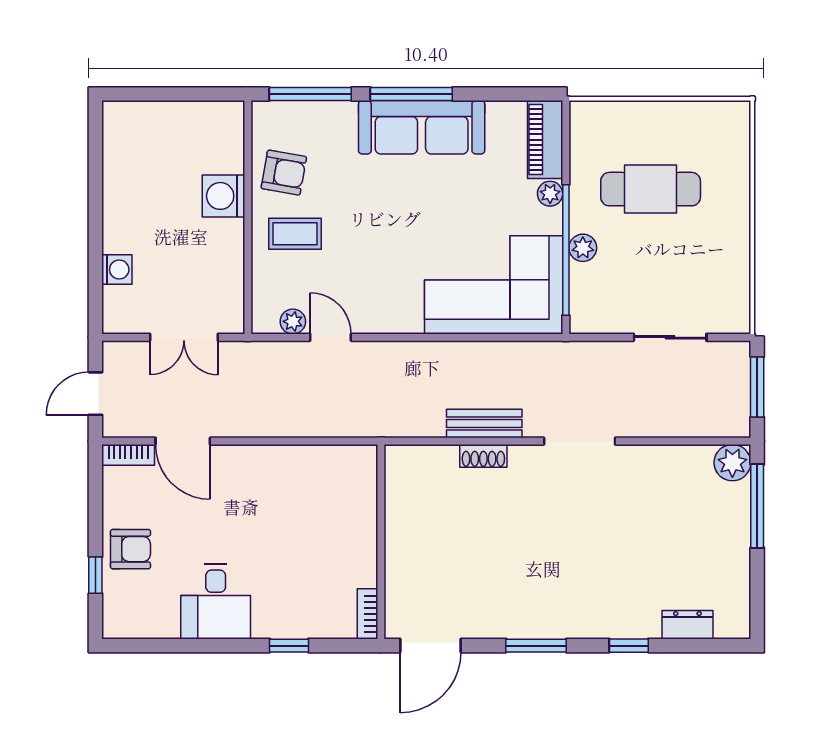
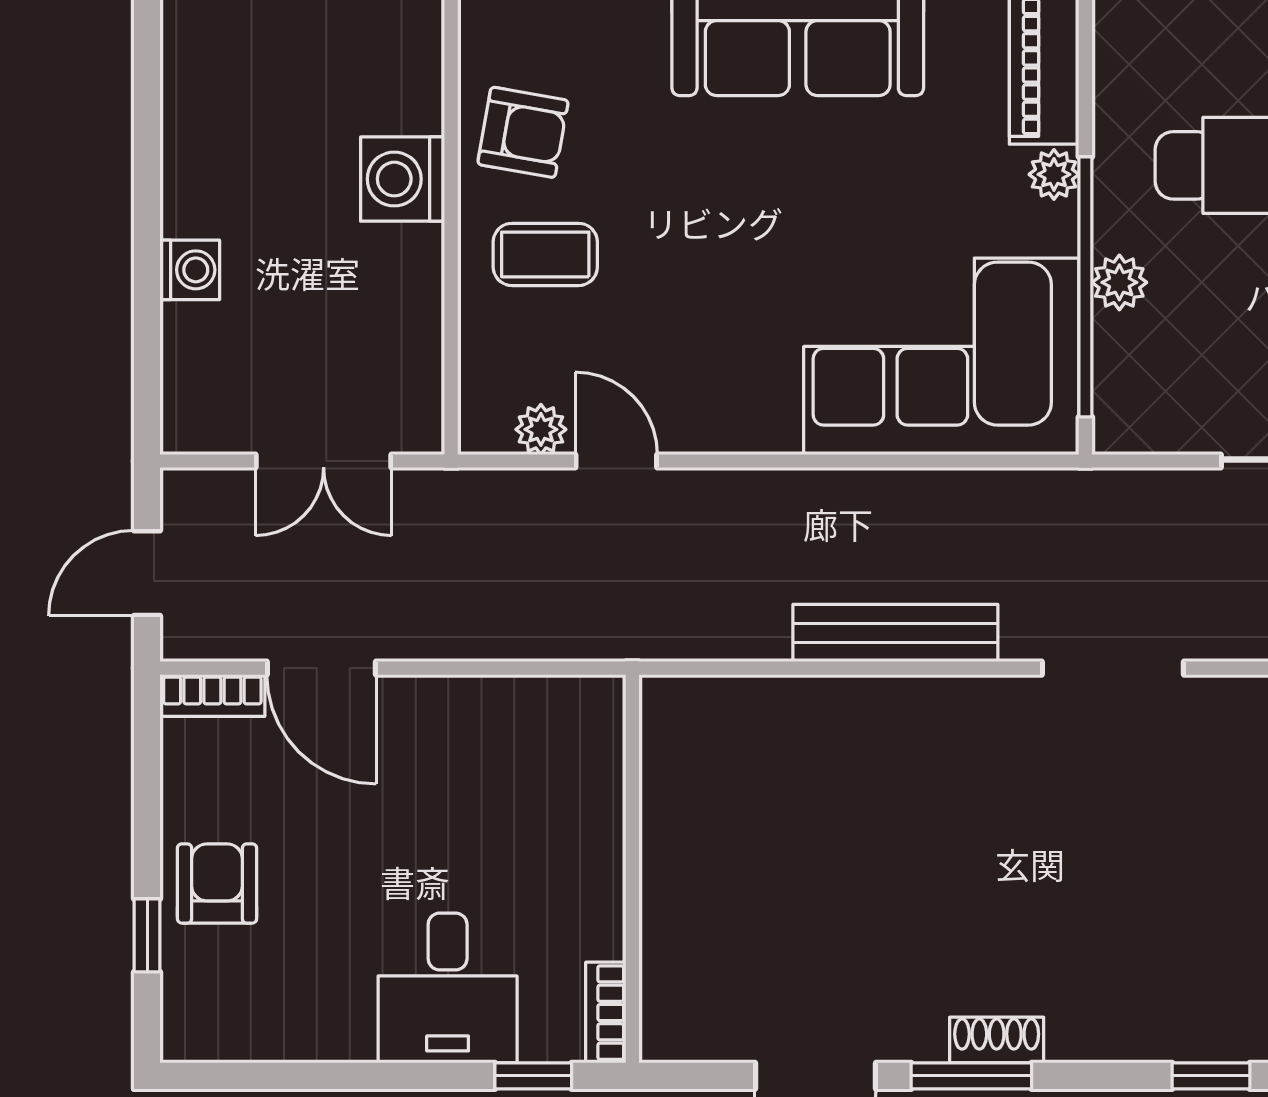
washing machine: (117, 269) -> (190, 270), moved
bench: (484, 424) -> (895, 633), width x1.36
shoe rack: (483, 456) -> (997, 1040), moved, turned 180
wall: (381, 542) -> (632, 869), moved
armchair: (130, 549) -> (217, 883), turned -90
desk: (216, 601) -> (448, 988), moved
bookcase: (368, 614) -> (606, 1013), moved
window: (536, 646) -> (971, 1076), moved

